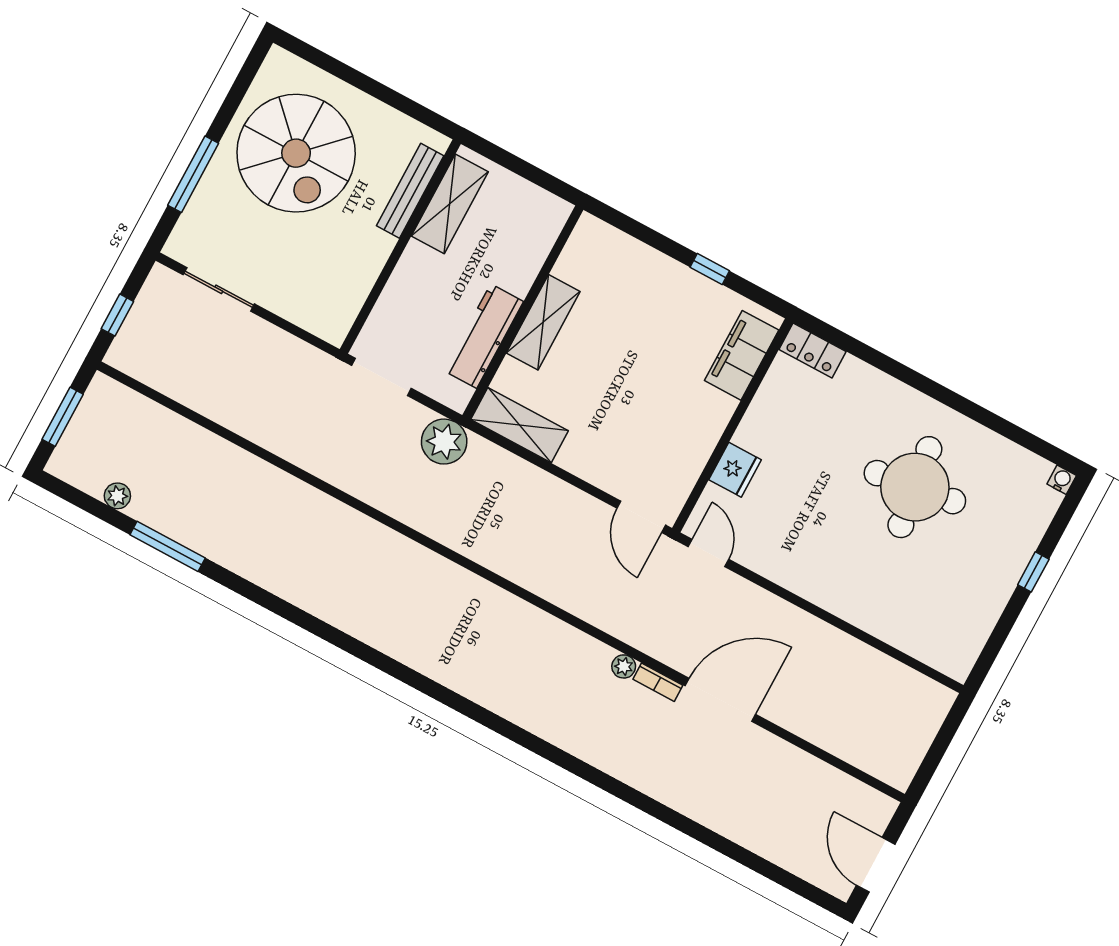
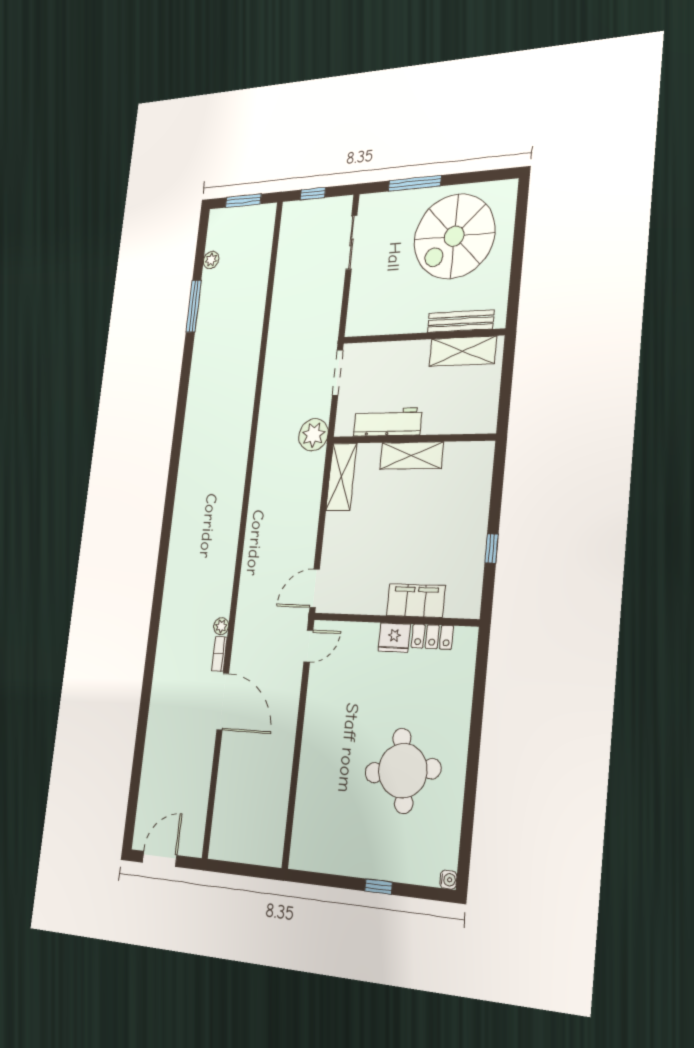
locker: (812, 350) -> (432, 637), moved, turned -90
filing cabinet: (742, 355) -> (416, 601), moved
fridge: (735, 470) -> (394, 638), moved

